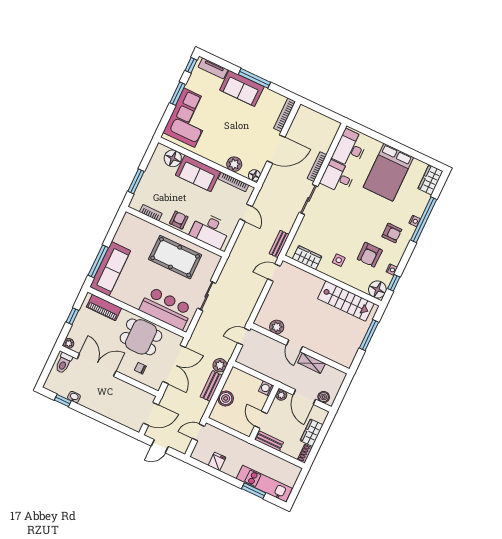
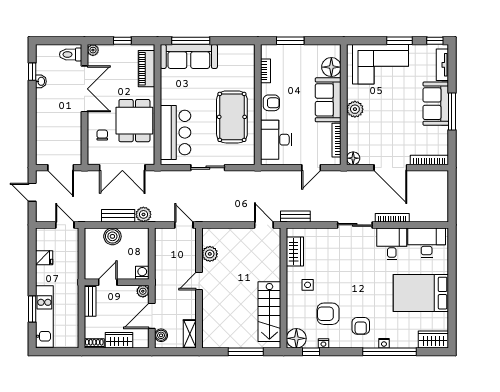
plant: (234, 164) -> (355, 109), moved
shelving: (311, 363) -> (190, 334), moved

